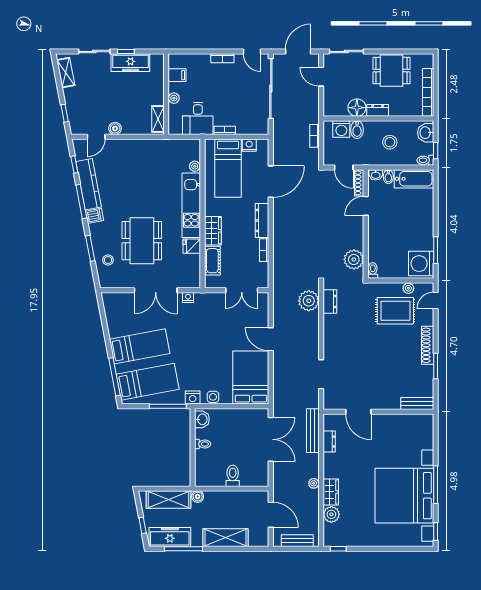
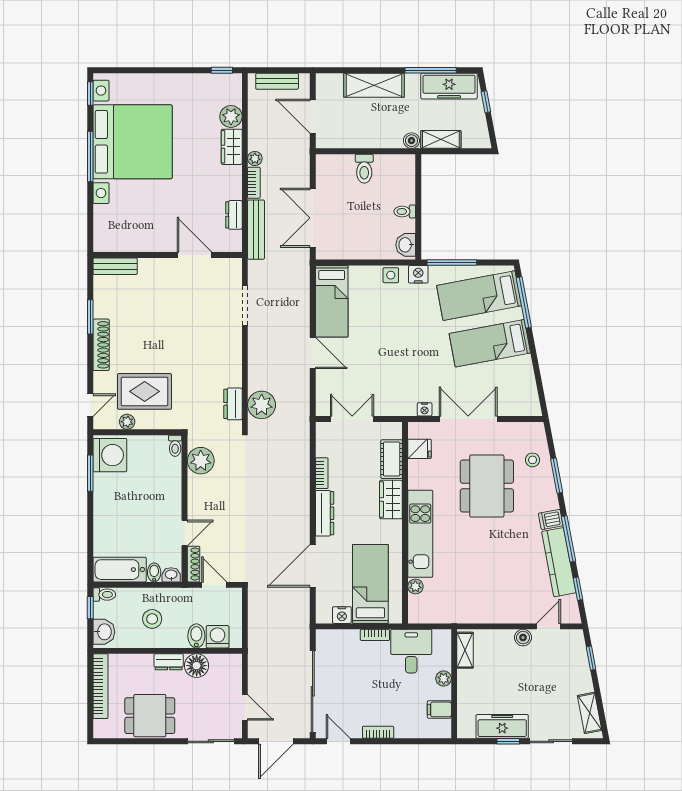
bookcase: (314, 136) -> (254, 183), moved
fridge: (192, 246) -> (420, 449), moved
bed: (251, 378) -> (332, 301), width x0.67
shelving: (168, 500) -> (441, 139), width x0.67, depth x0.75

